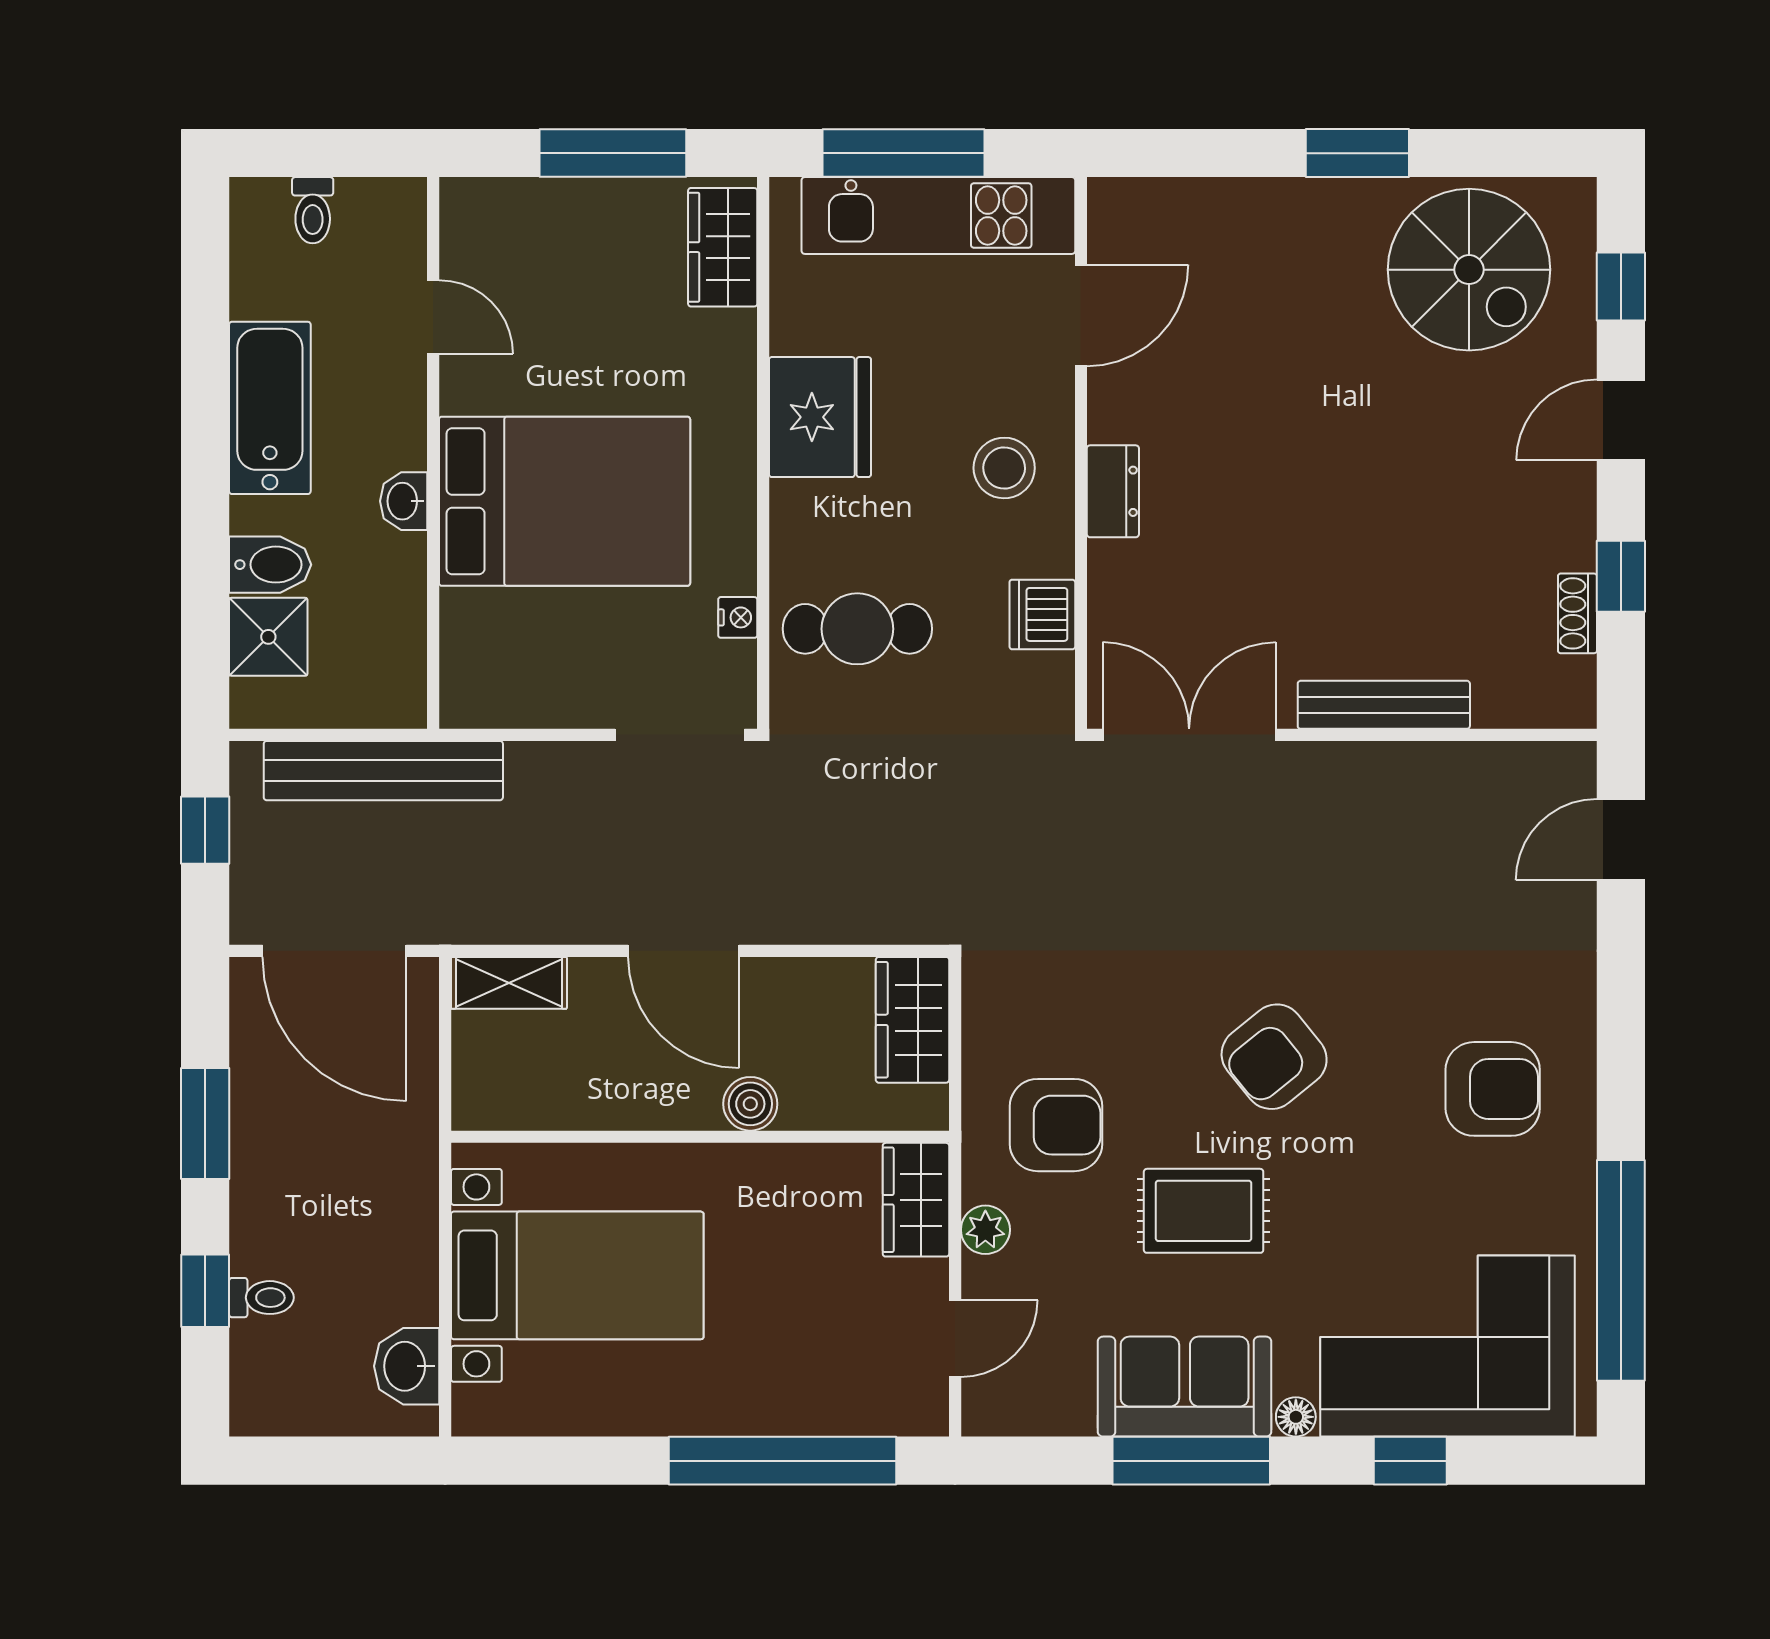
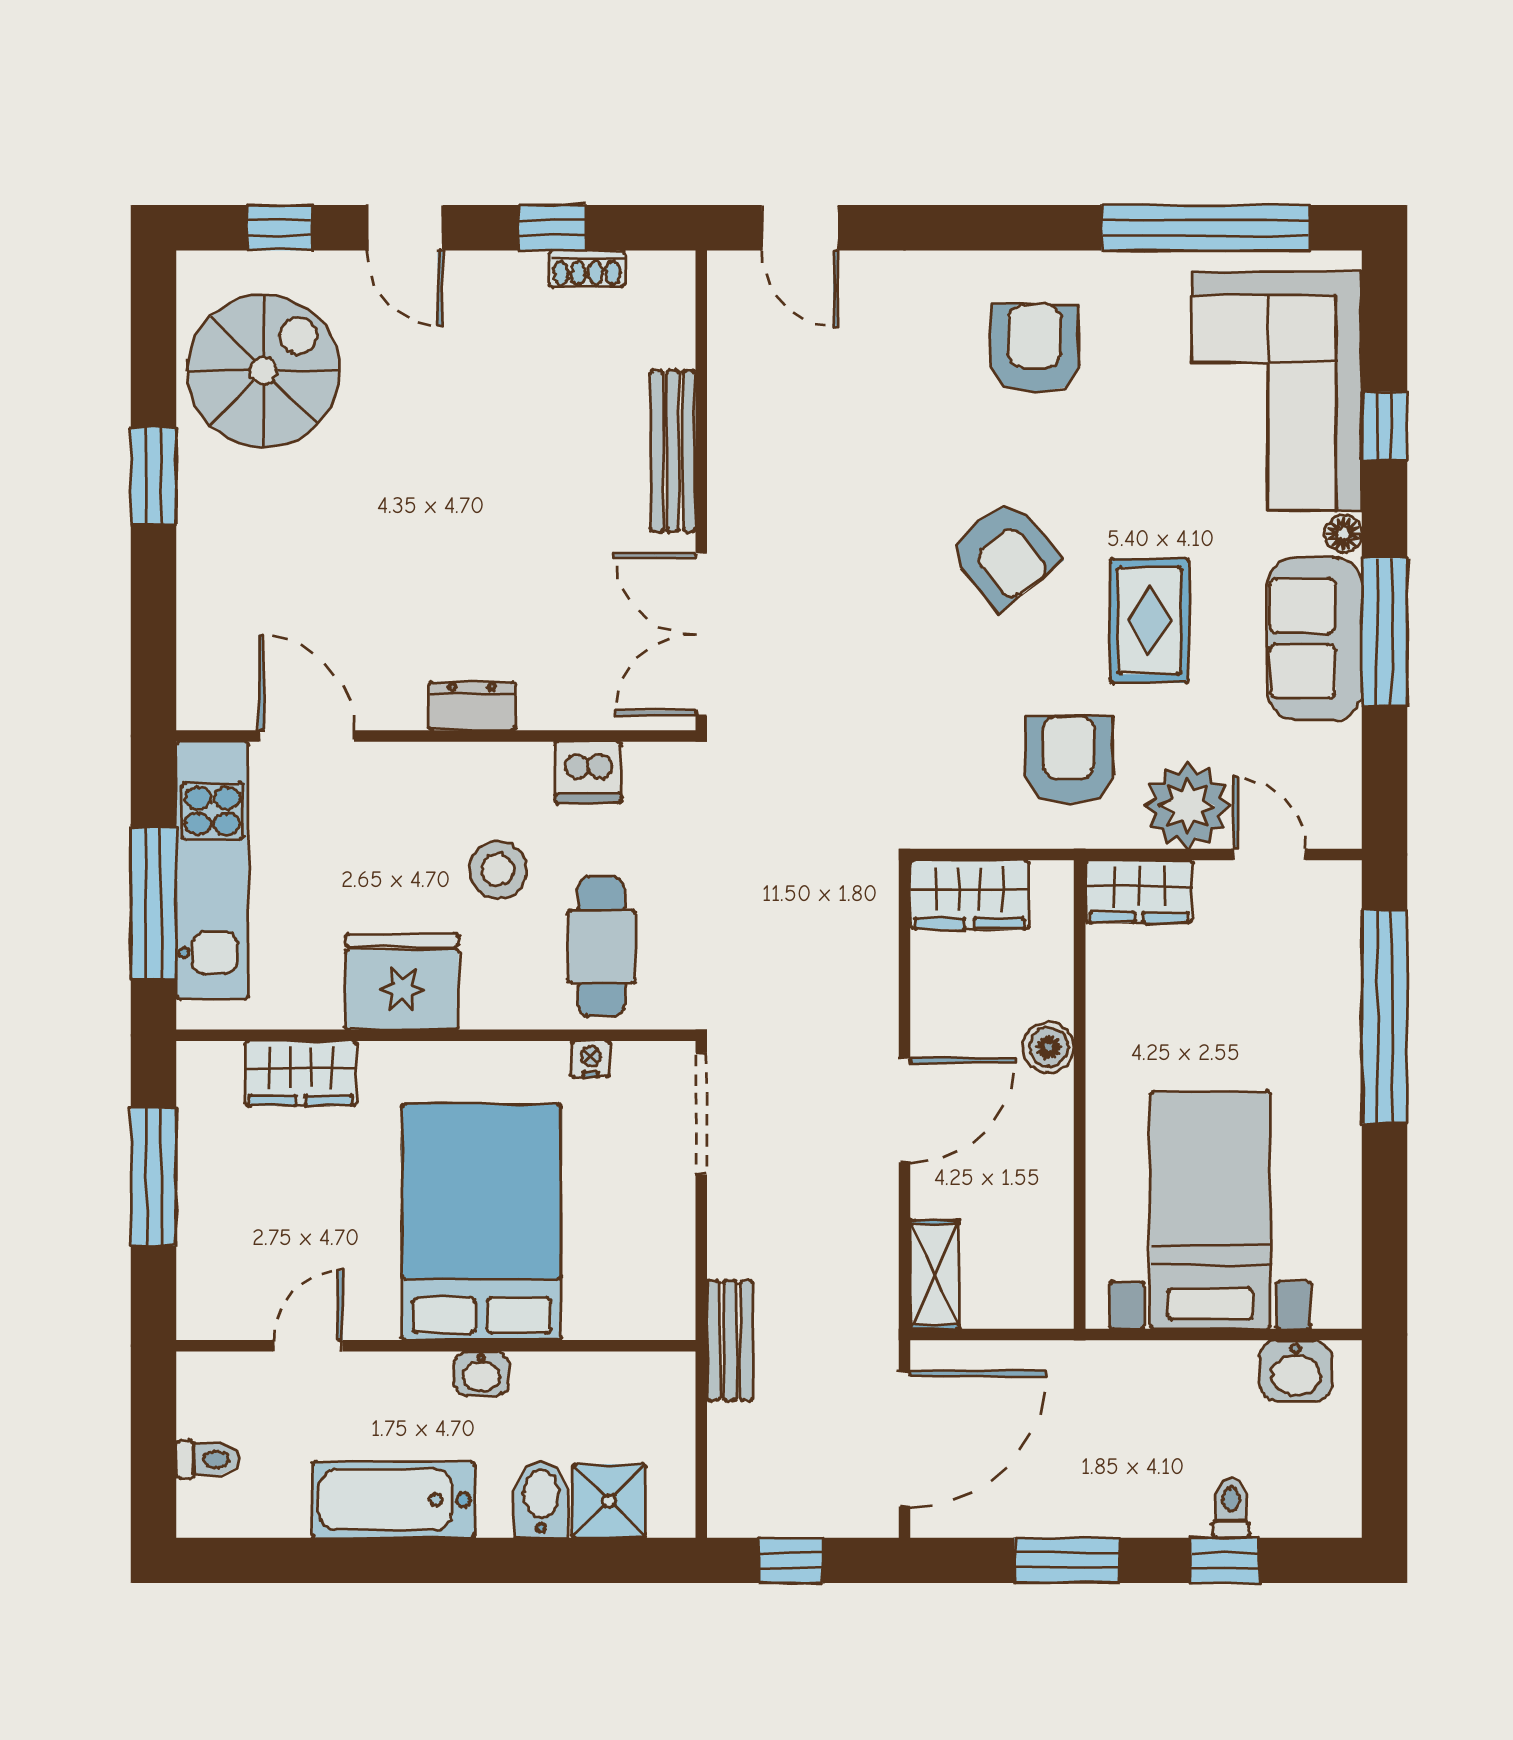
wardrobe: (723, 247) -> (301, 1073), moved
stool: (1004, 468) -> (498, 870), moved
bench: (383, 771) -> (730, 1341), width x0.54, depth x0.82
plant: (985, 1230) -> (1187, 806), width x1.88, depth x1.88

